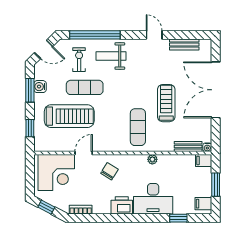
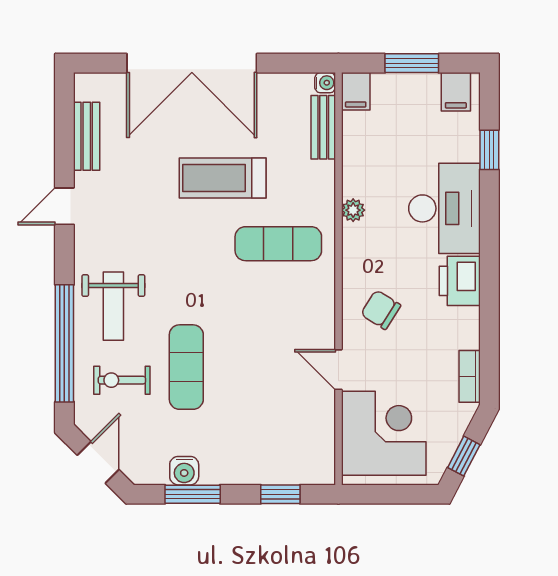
treadmill: (69, 116) -> (253, 403), removed

